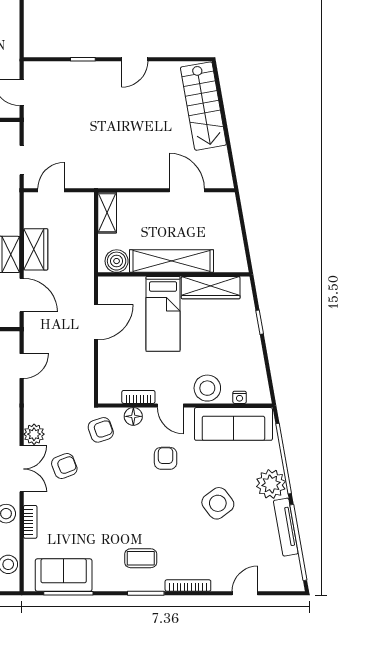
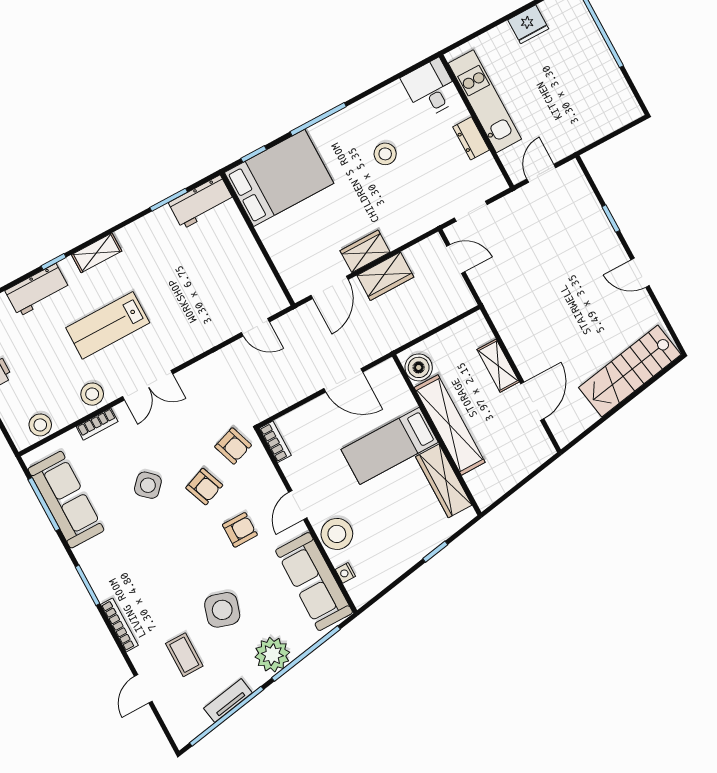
shelving: (107, 213) -> (498, 366), moved, turned 90
bookcase: (138, 397) -> (275, 442), moved
floor lamp: (133, 416) -> (265, 472), removed
plant: (34, 434) -> (191, 379), removed
armchair: (64, 466) -> (204, 487), moved
side table: (218, 503) -> (222, 610), turned -36
side table: (96, 509) -> (148, 485), added
tv unit: (286, 527) -> (228, 700), width x0.71
coffee table: (141, 558) -> (184, 655), moved
sofa: (64, 575) -> (66, 500), width x1.36
door: (245, 593) -> (143, 689), swing flipped

